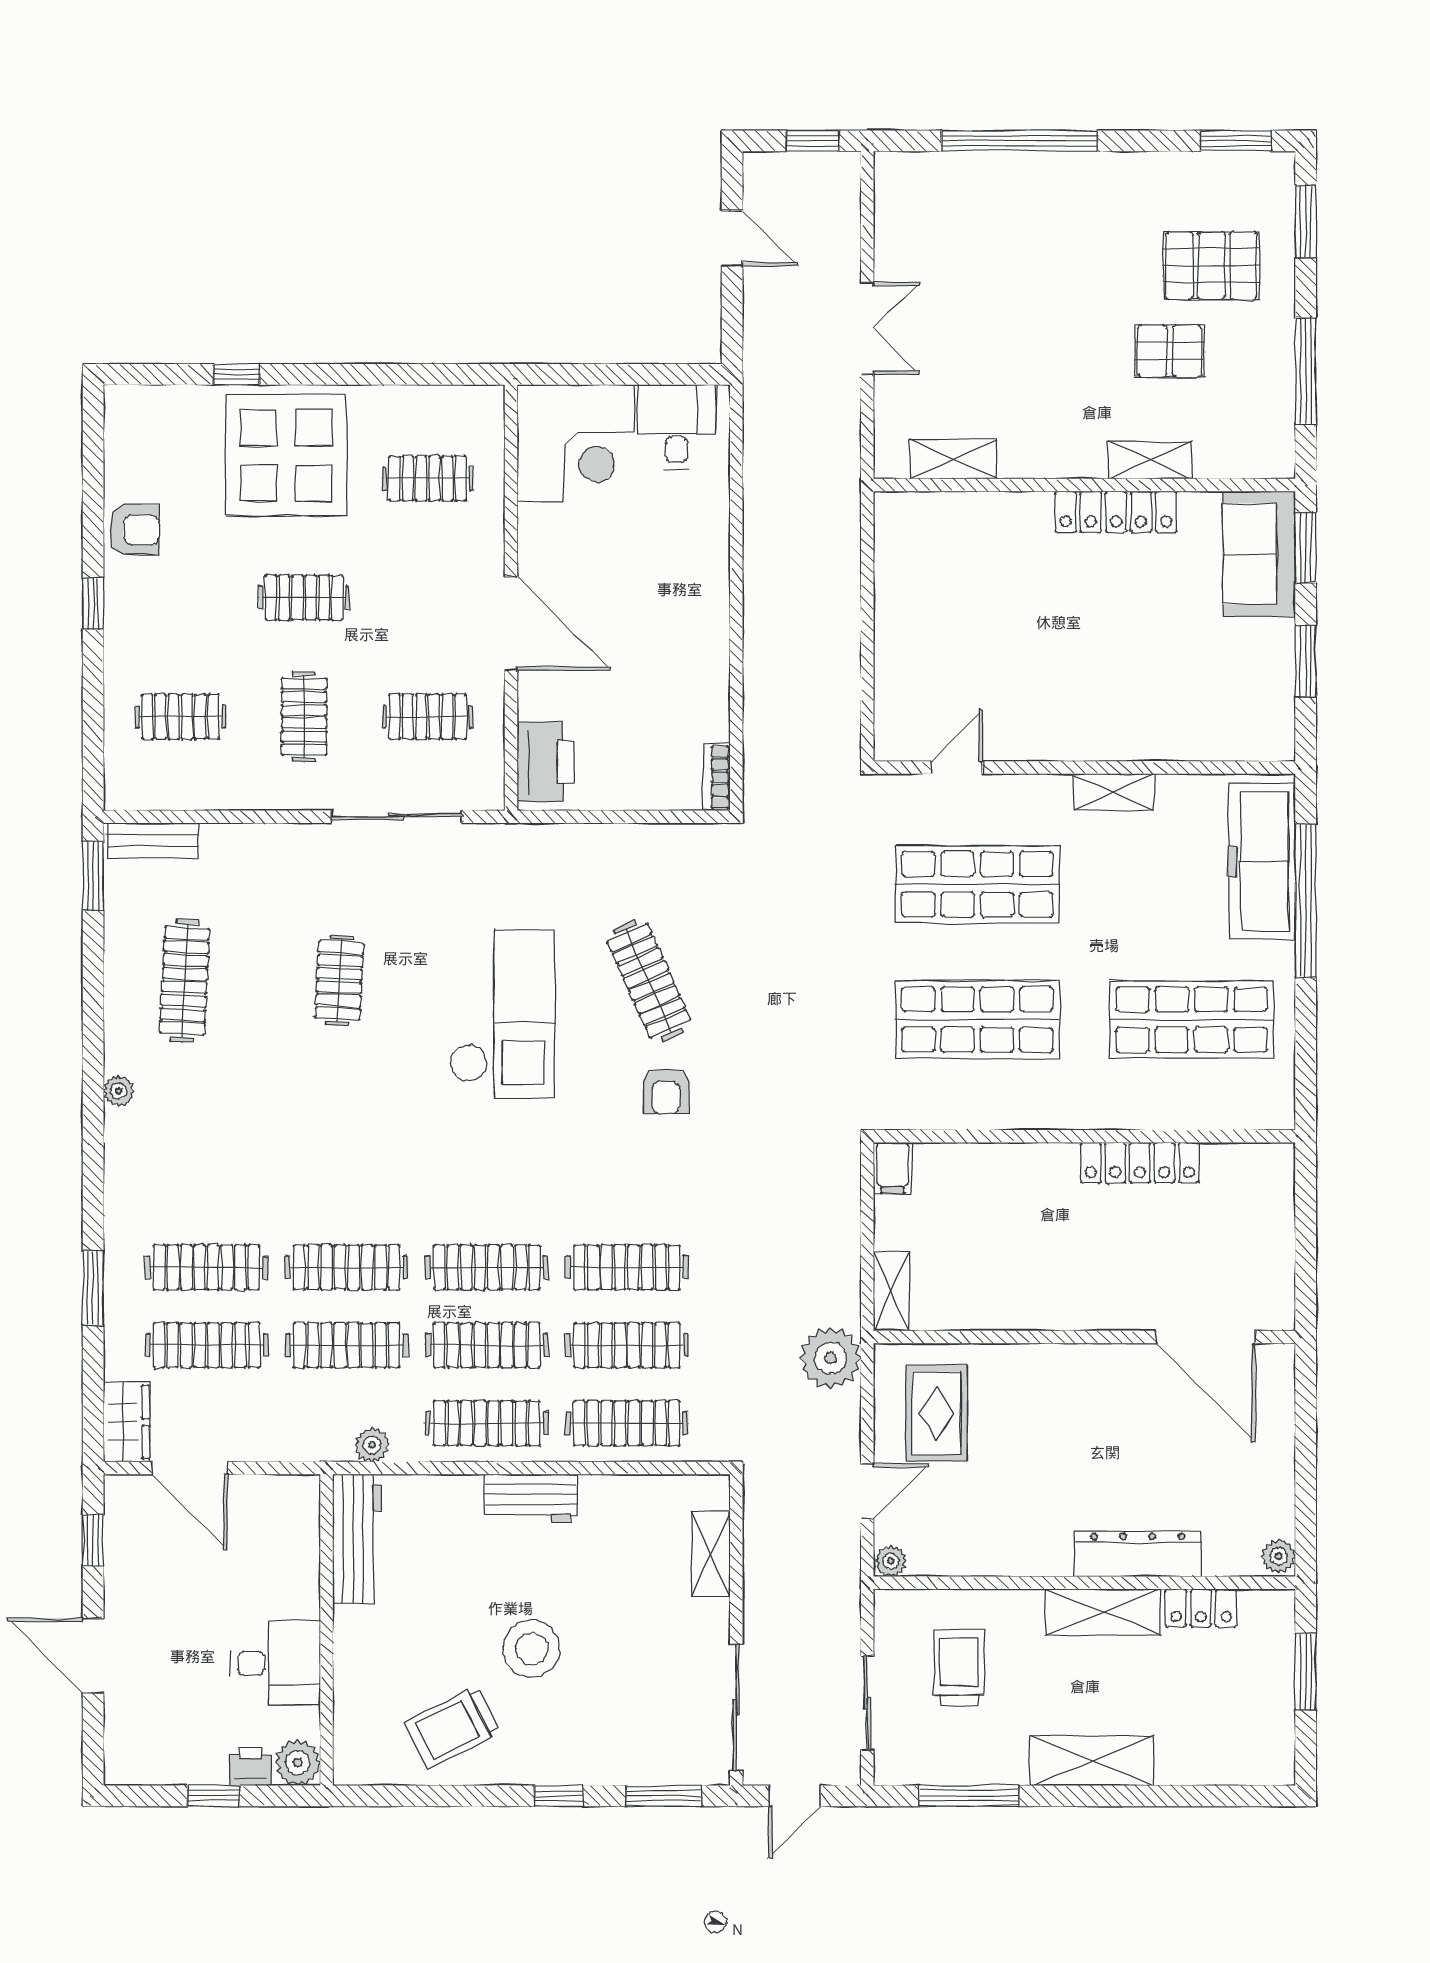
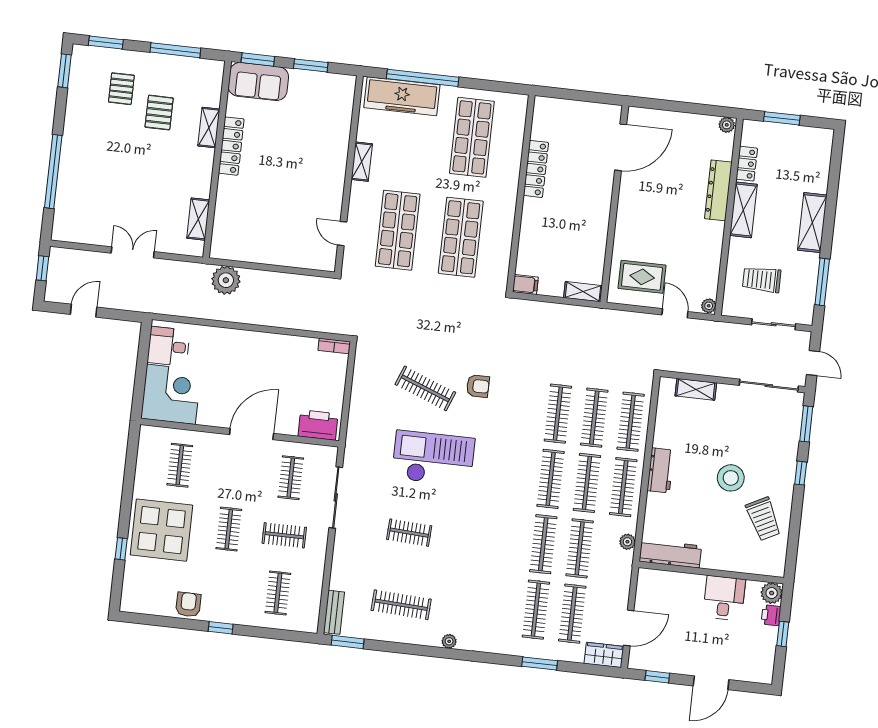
pallet: (1211, 266) -> (121, 89), width x0.67, depth x0.71
clothes rail: (649, 981) -> (425, 388), turned 45
plant: (831, 1358) -> (226, 280), moved

